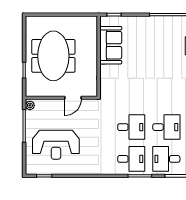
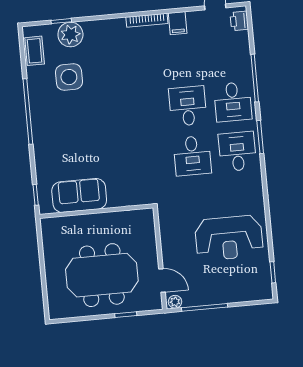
door: (73, 98) -> (162, 281), moved
desk: (131, 127) -> (192, 156), turned 180
reception desk: (56, 145) -> (229, 238), moved, turned 90

